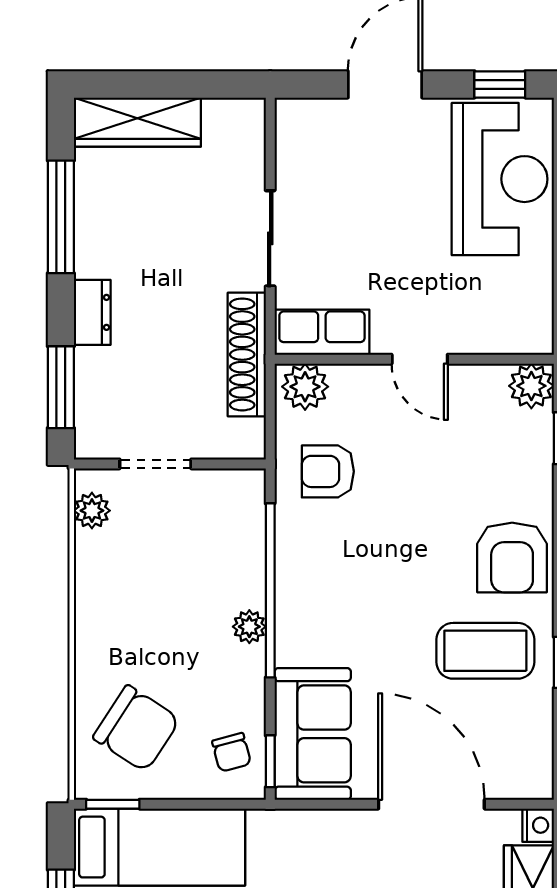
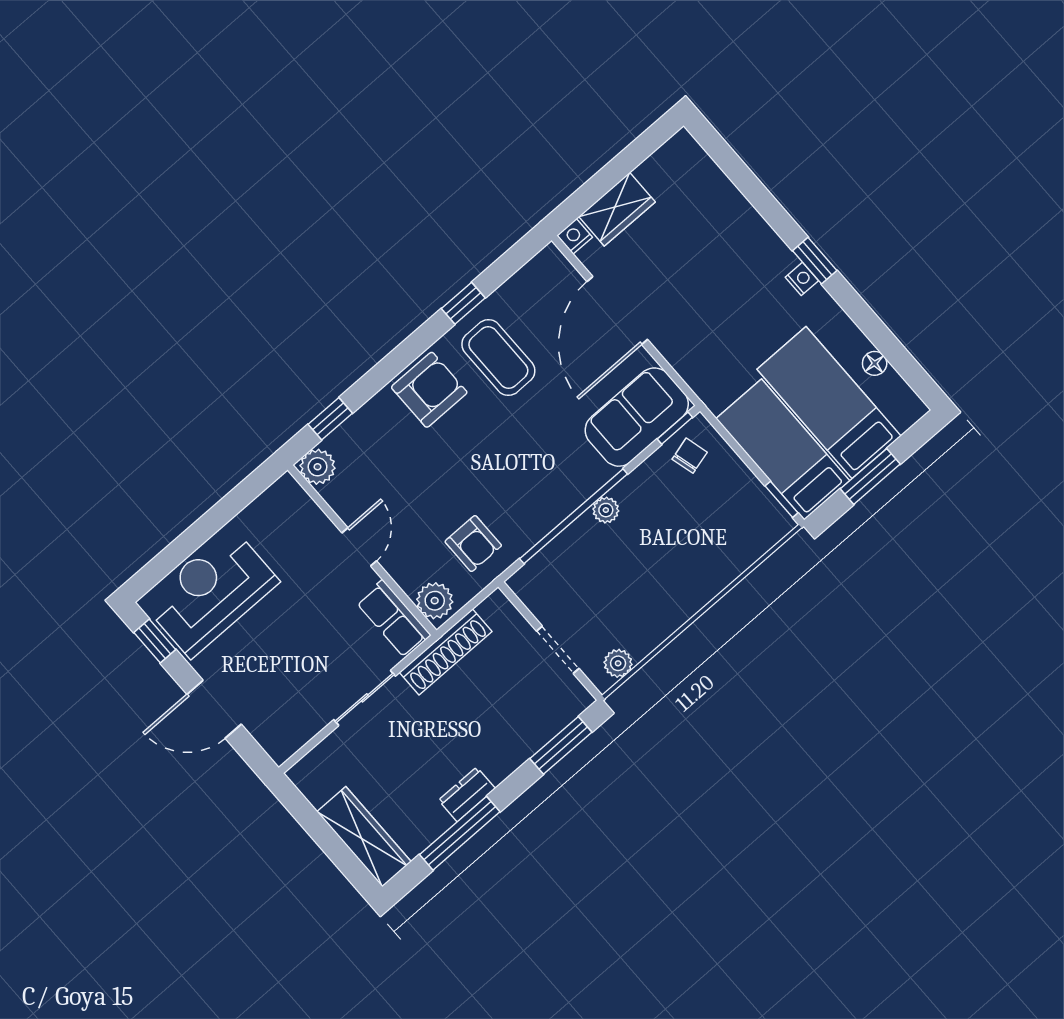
dresser: (92, 312) -> (467, 794), moved
chair: (136, 728) -> (724, 524), removed

